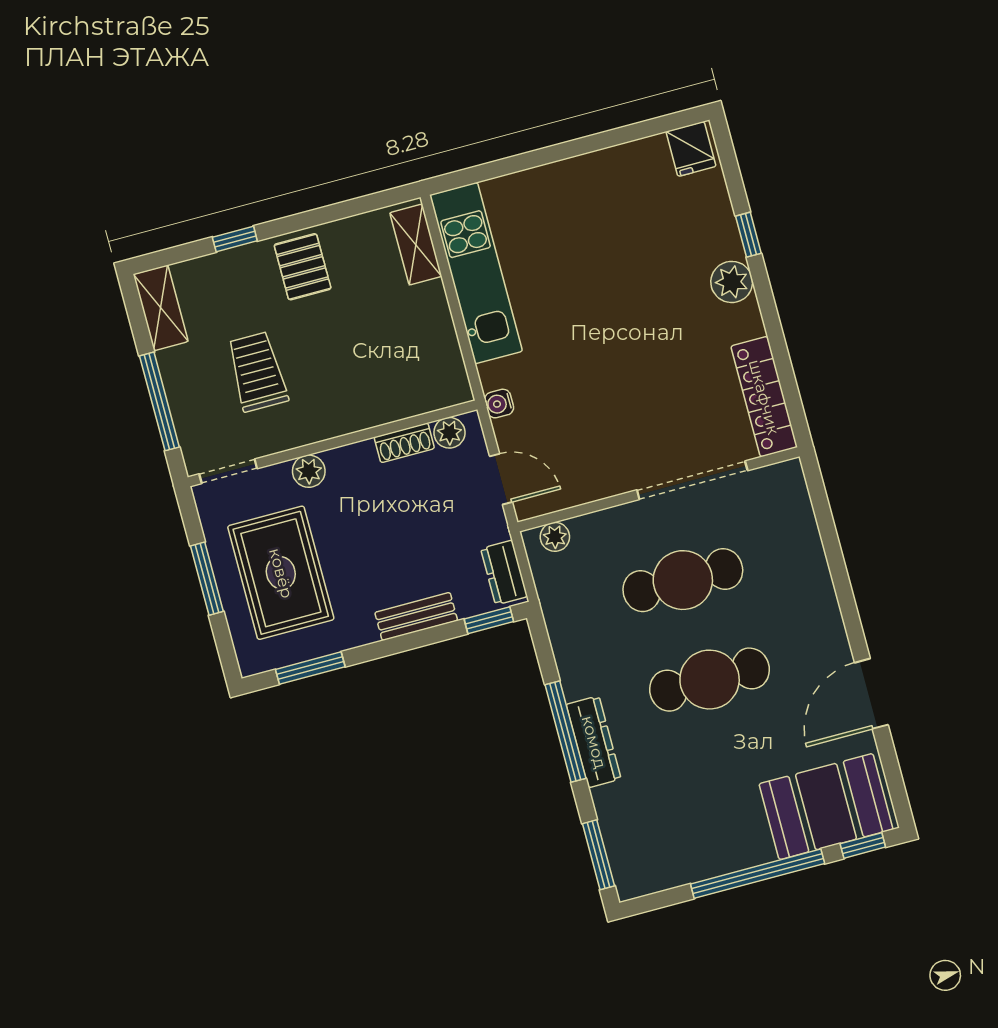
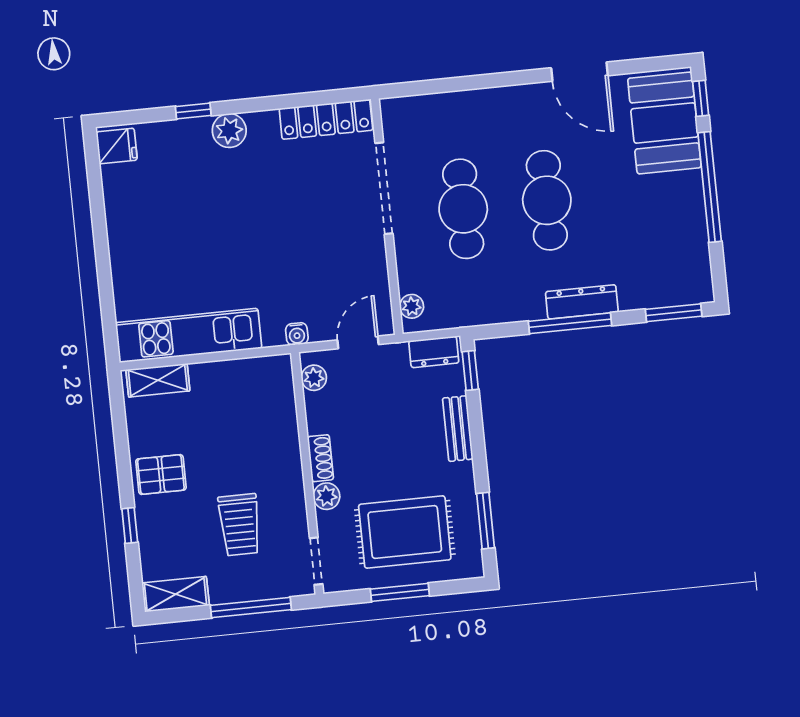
trolley: (257, 372) -> (240, 525), turned -90
shoe rack: (404, 443) -> (320, 458), moved

